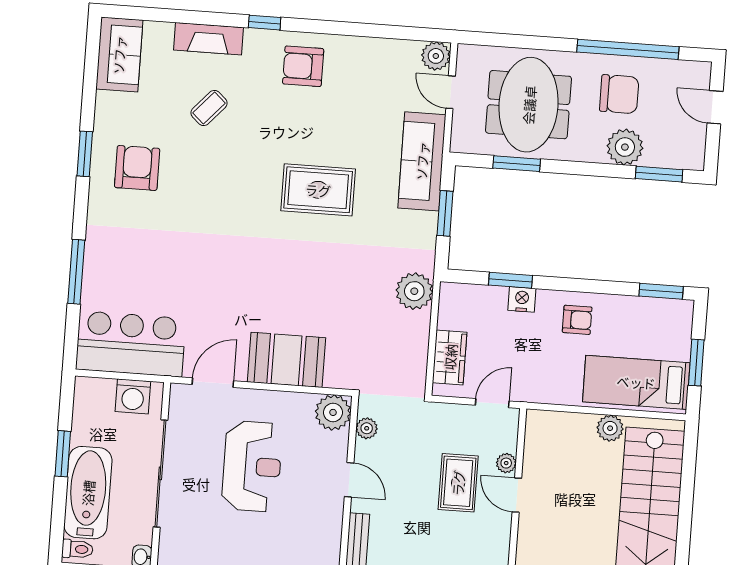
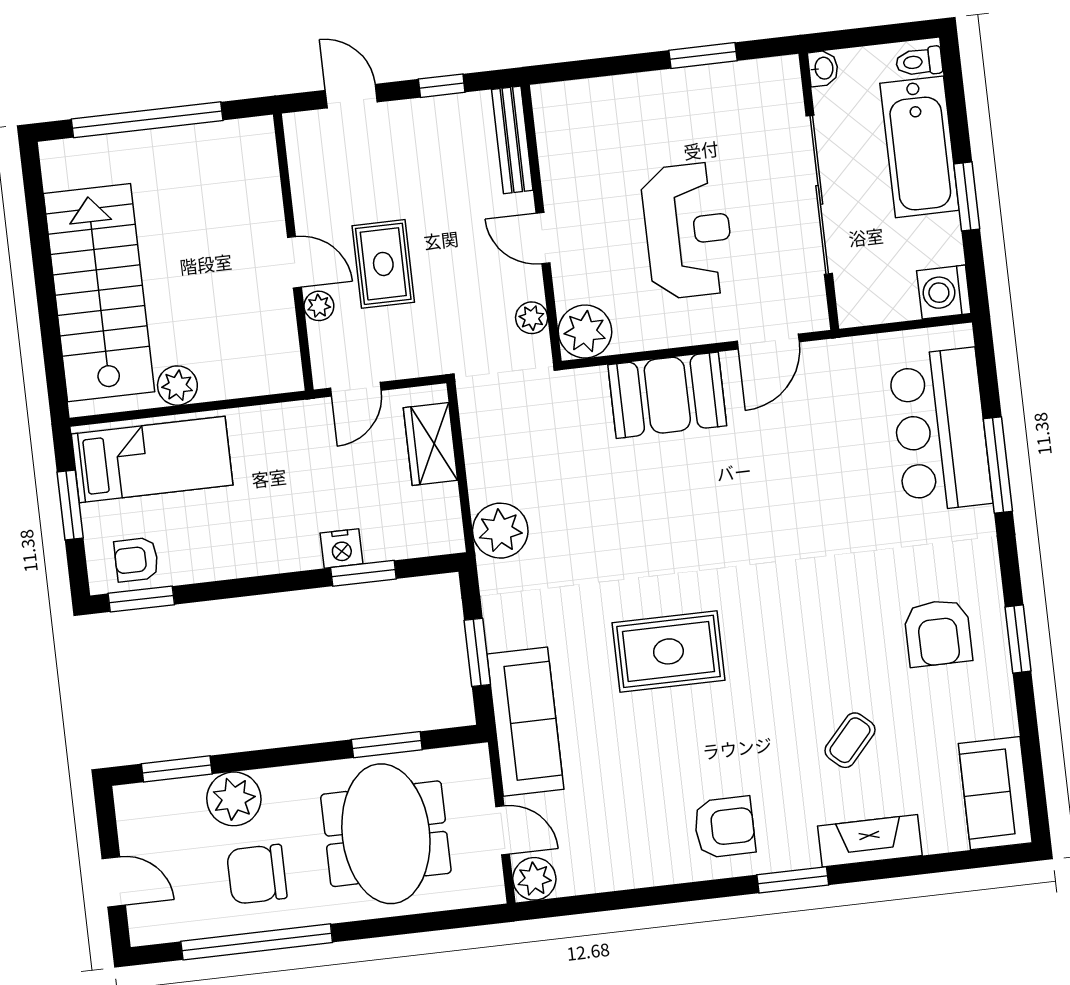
window: (265, 23) -> (793, 880), width x1.50
armchair: (577, 320) -> (136, 560), moved
bar counter: (131, 344) -> (940, 430), moved, turned 90
washing machine: (133, 396) -> (944, 292), moved, turned -90
reception desk: (252, 466) -> (688, 231), turned 180

